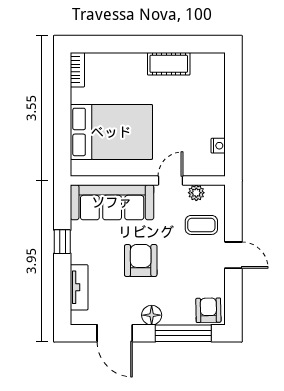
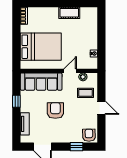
floor lamp: (152, 315) -> (61, 138), removed
window: (183, 333) -> (77, 147), width x0.46

